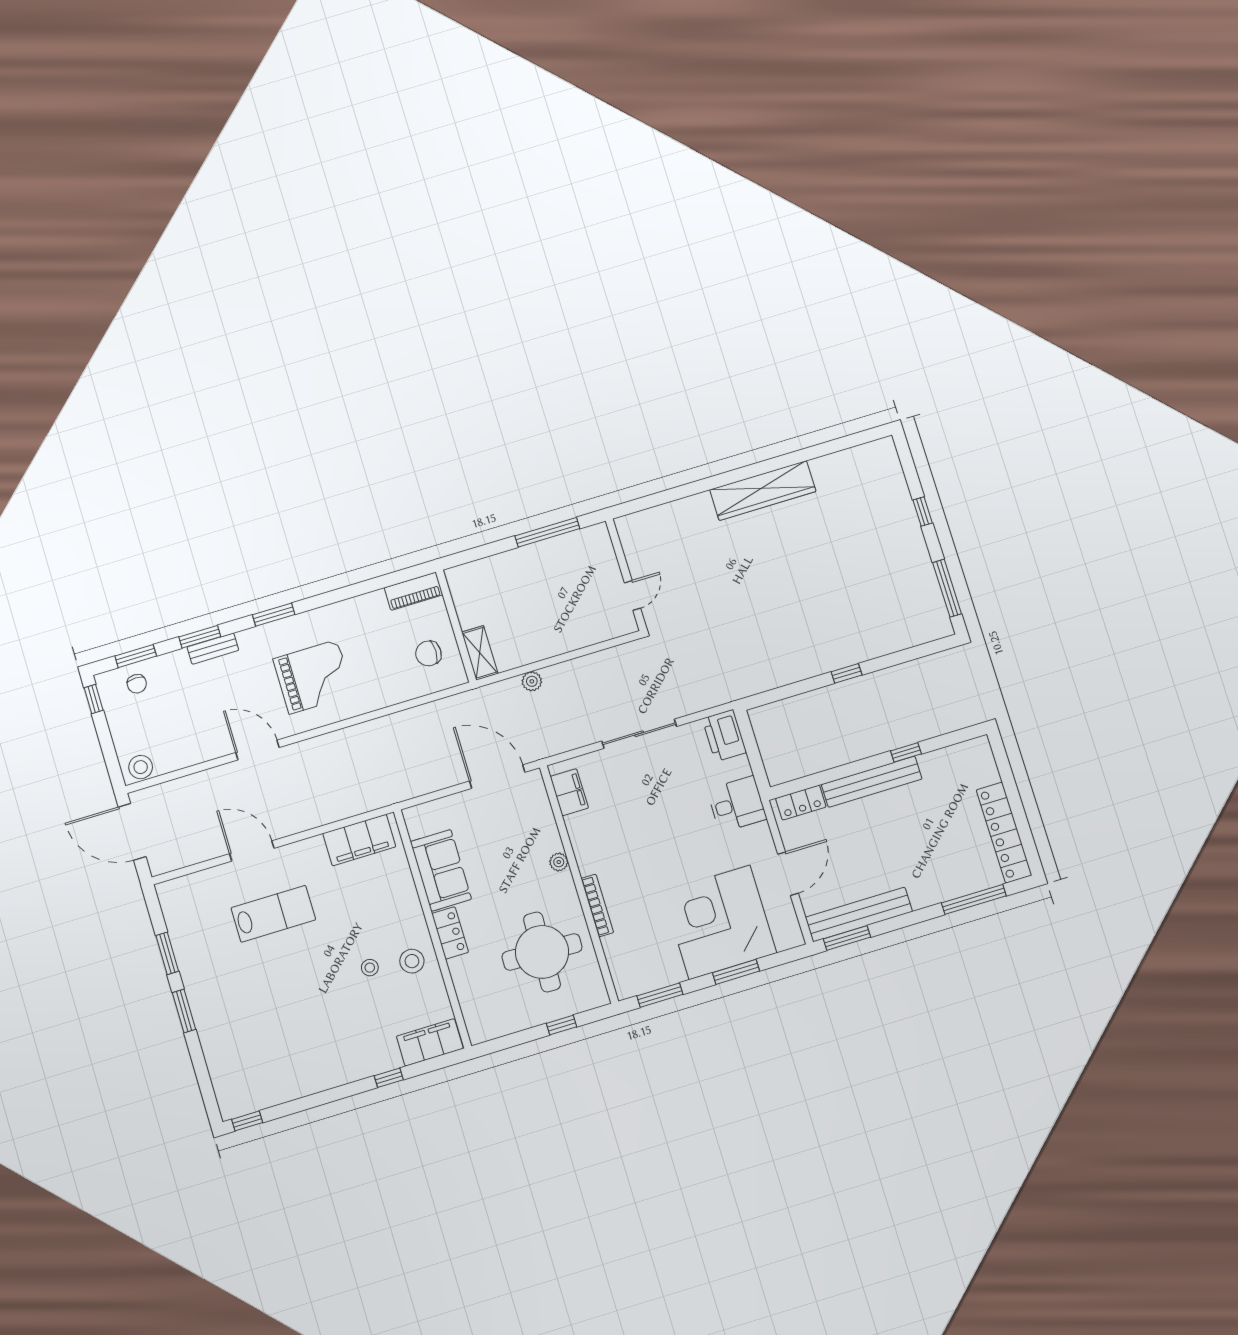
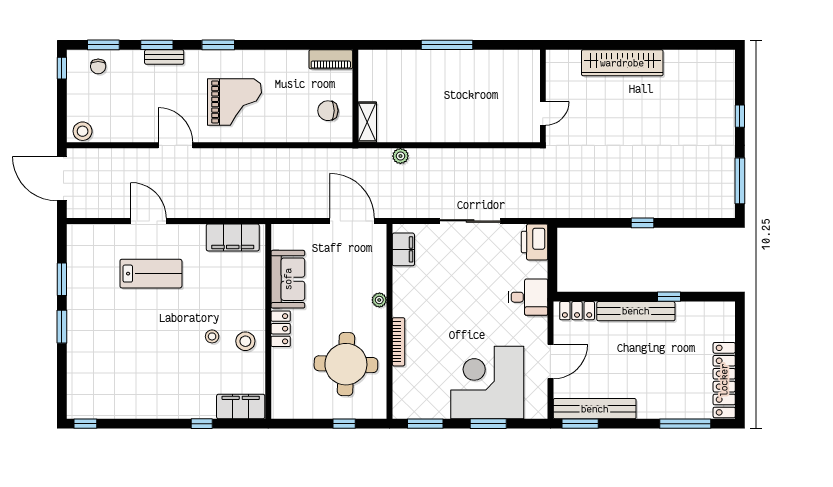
wall: (626, 575) -> (543, 96), moved
door: (632, 595) -> (543, 113), moved

